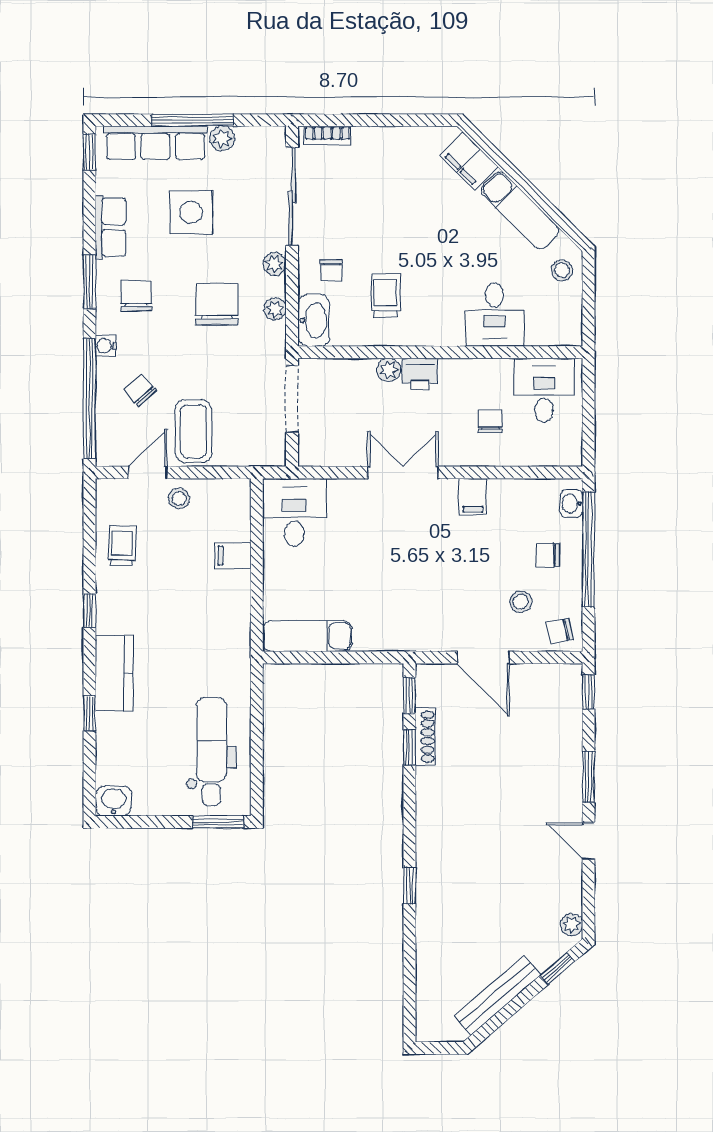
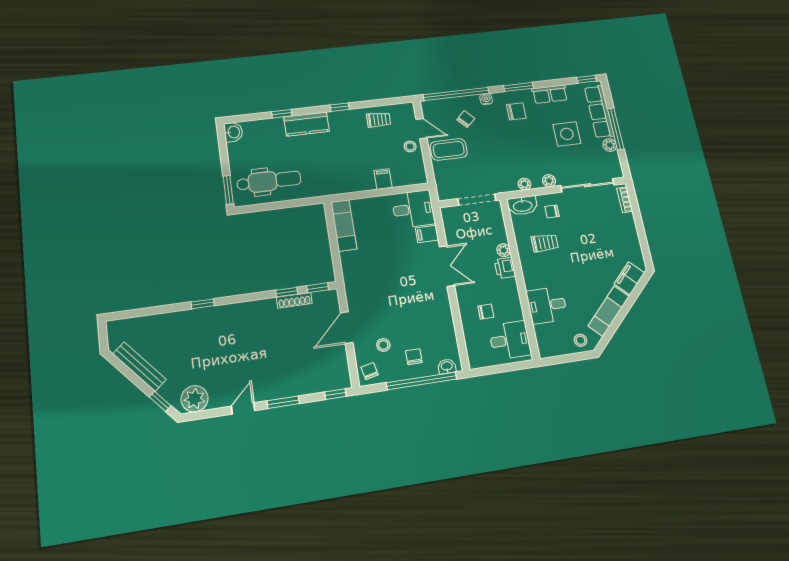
chair: (217, 304) -> (520, 153), removed
filing cabinet: (473, 497) -> (427, 234), moved
plant: (571, 925) -> (195, 399), width x1.87, depth x1.87

